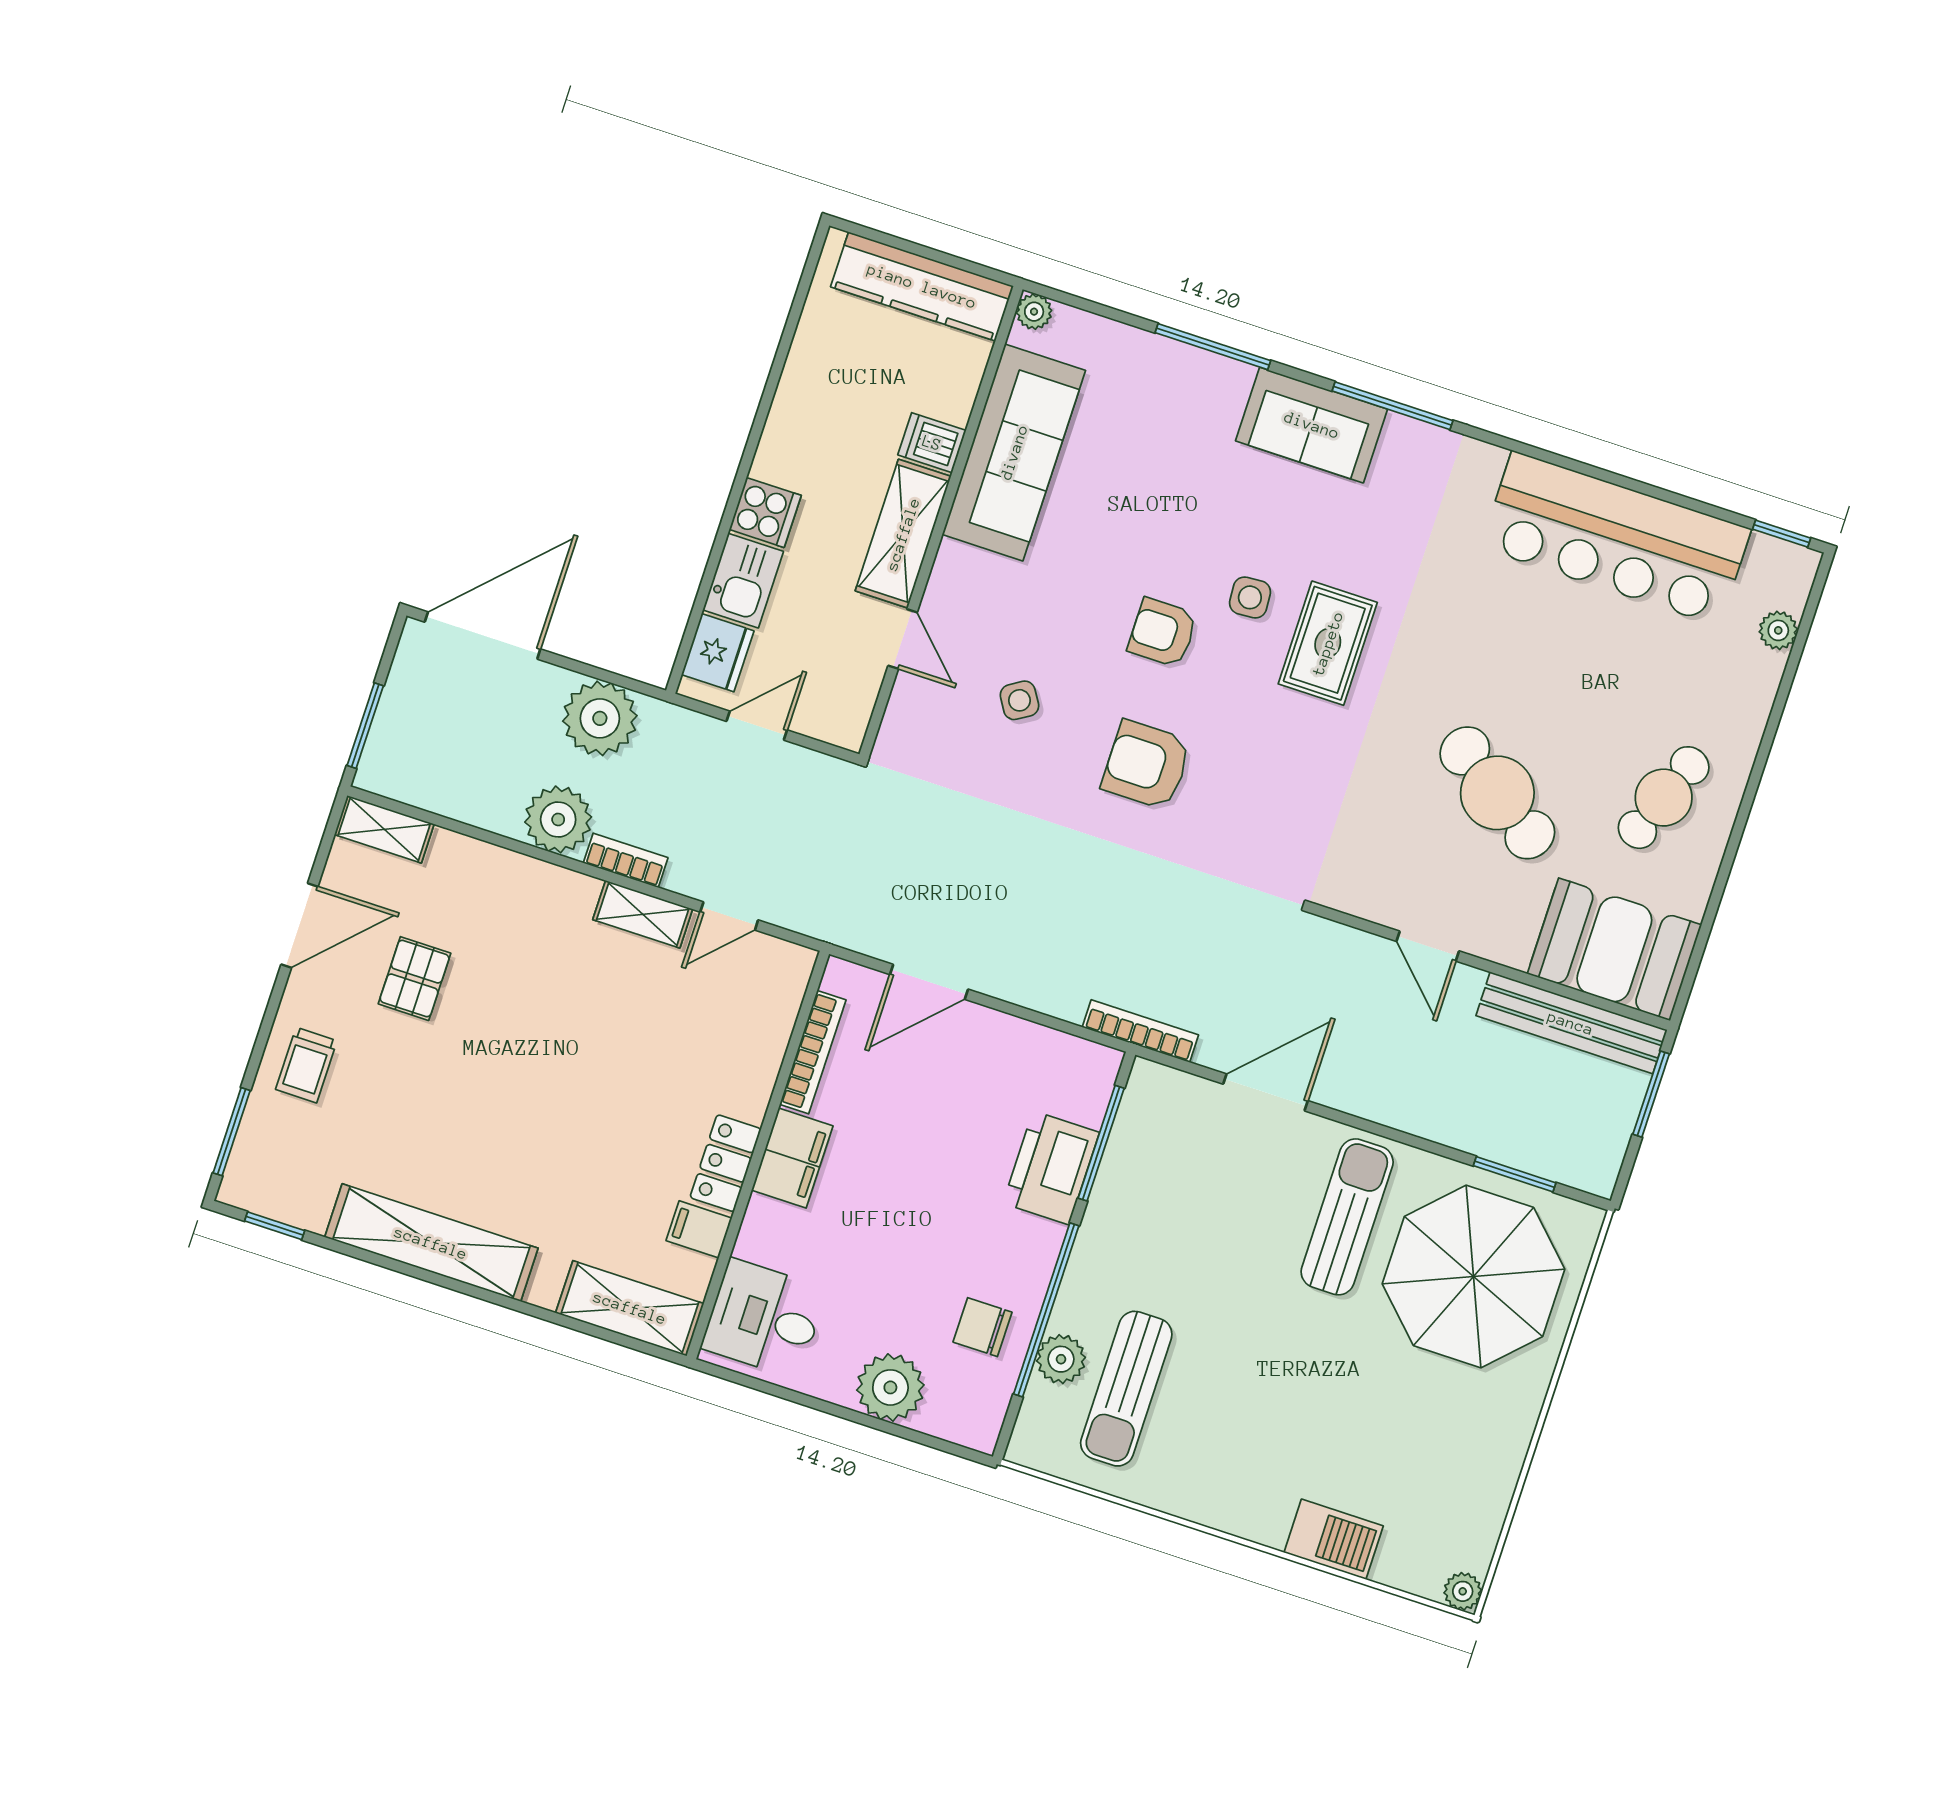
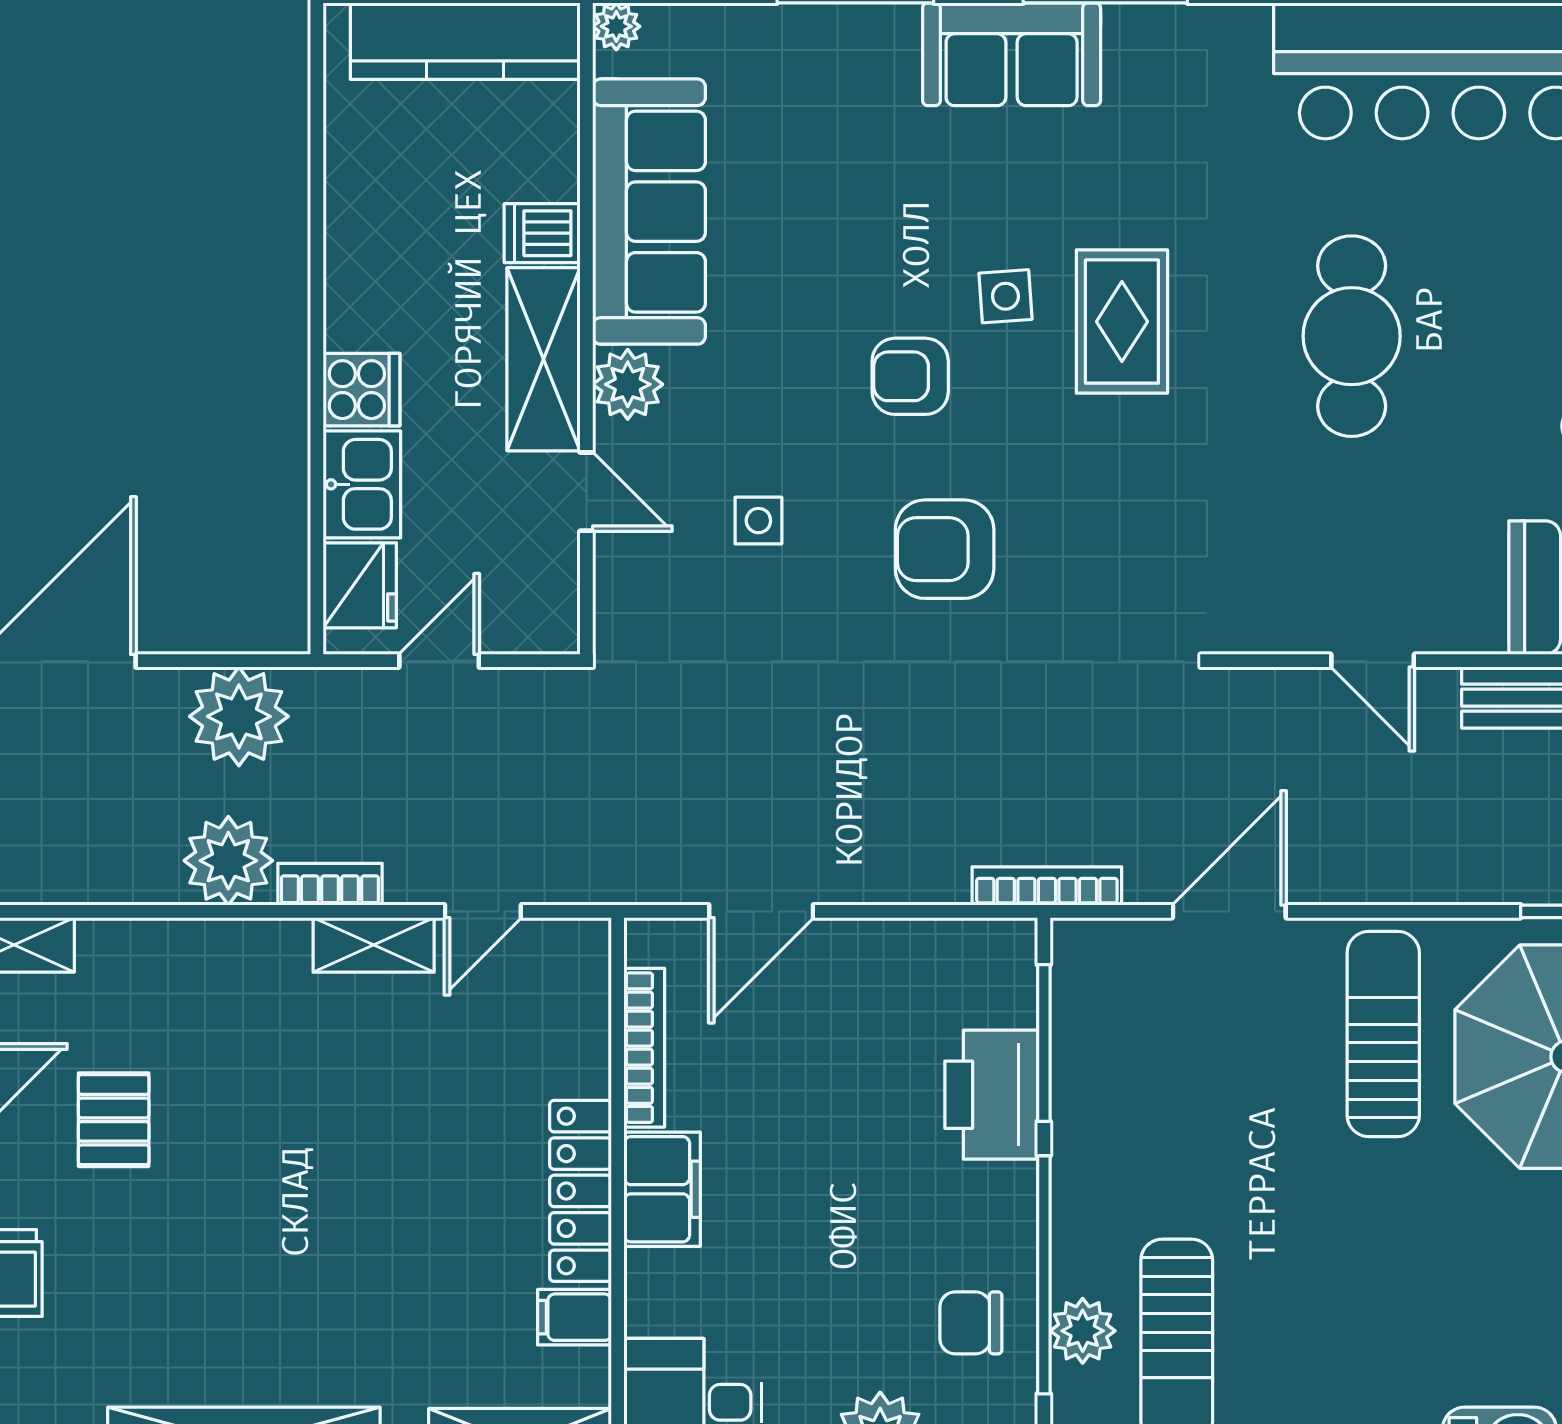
plant: (958, 572) -> (628, 384), added
side table: (1019, 700) -> (758, 521), turned 32
cafe table: (1497, 793) -> (1352, 336), moved, turned 56
locker: (726, 1163) -> (580, 1191), width x1.53

